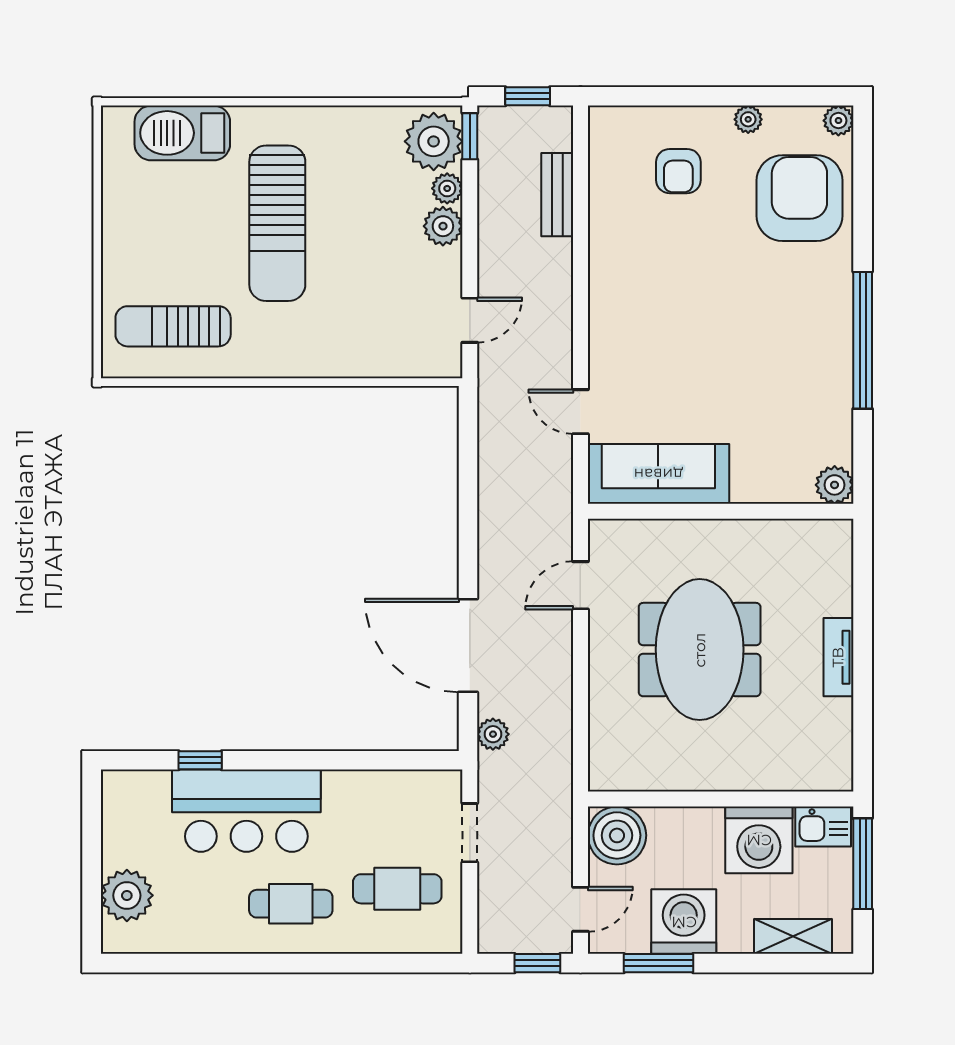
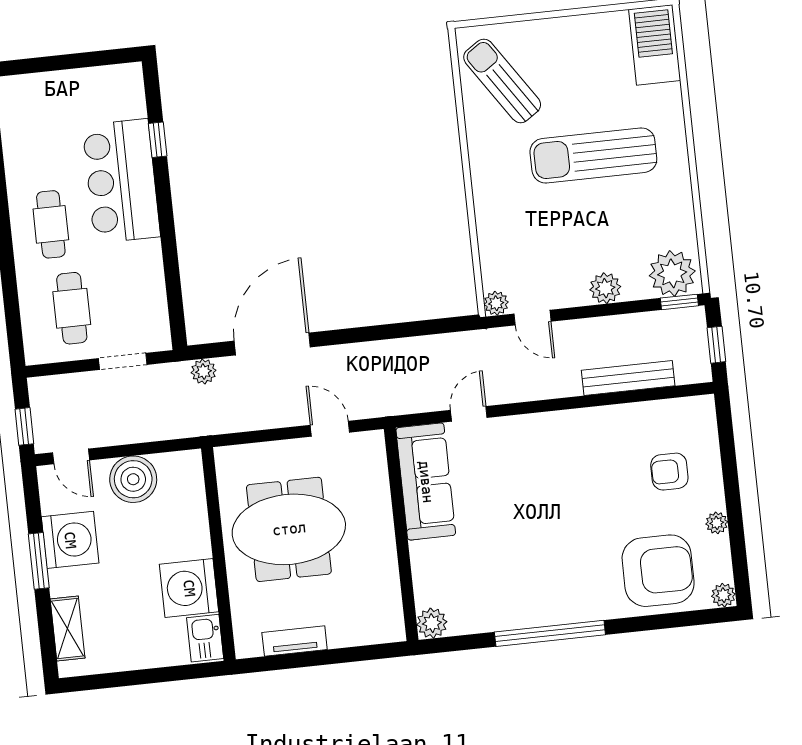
barbecue: (182, 133) -> (655, 45), moved
plant: (447, 188) -> (496, 303), moved
bench: (557, 195) -> (628, 378), width x1.36
sun lounger: (173, 326) -> (502, 81), turned -34
wall: (721, 799) -> (218, 554), moved
kitchen sink: (823, 827) -> (205, 638), moved
washing machine: (759, 840) -> (189, 588), moved
window: (863, 864) -> (132, 678), removed
plant: (127, 895) -> (43, 93), removed
window: (659, 963) -> (39, 561), moved

